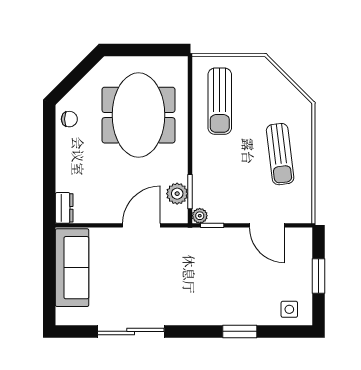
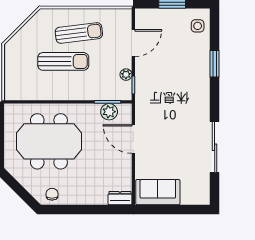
sun lounger: (220, 101) -> (63, 61), moved
plant: (200, 216) -> (126, 75), moved
sofa: (72, 268) -> (158, 192), width x0.73

